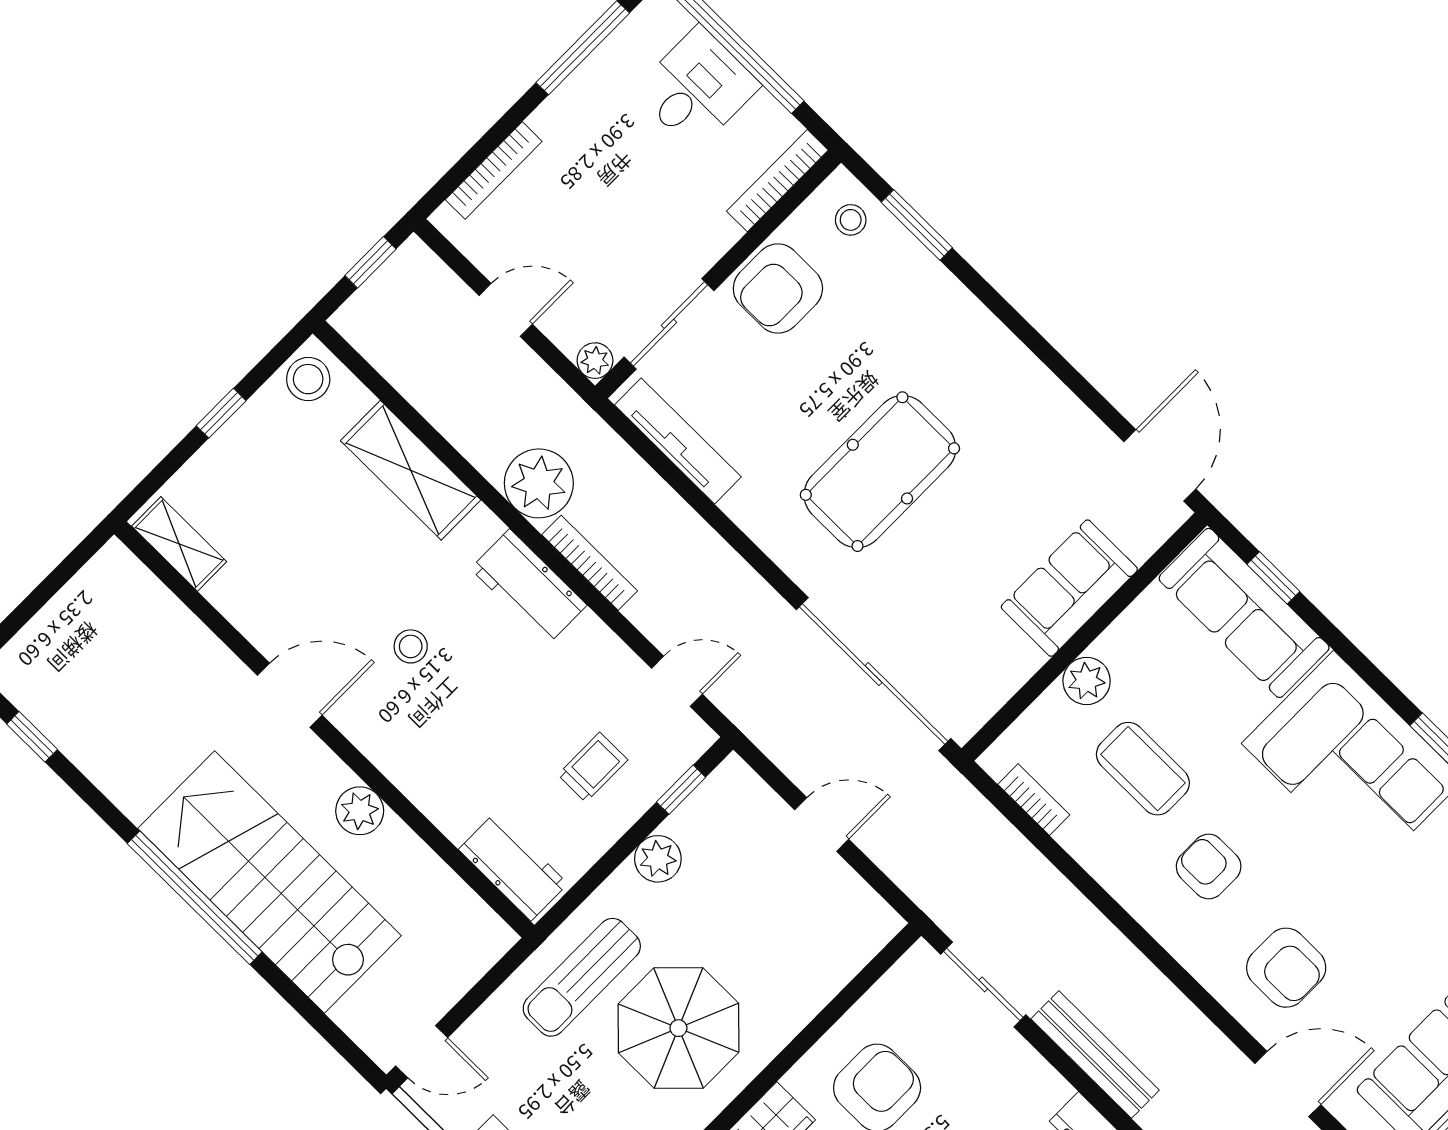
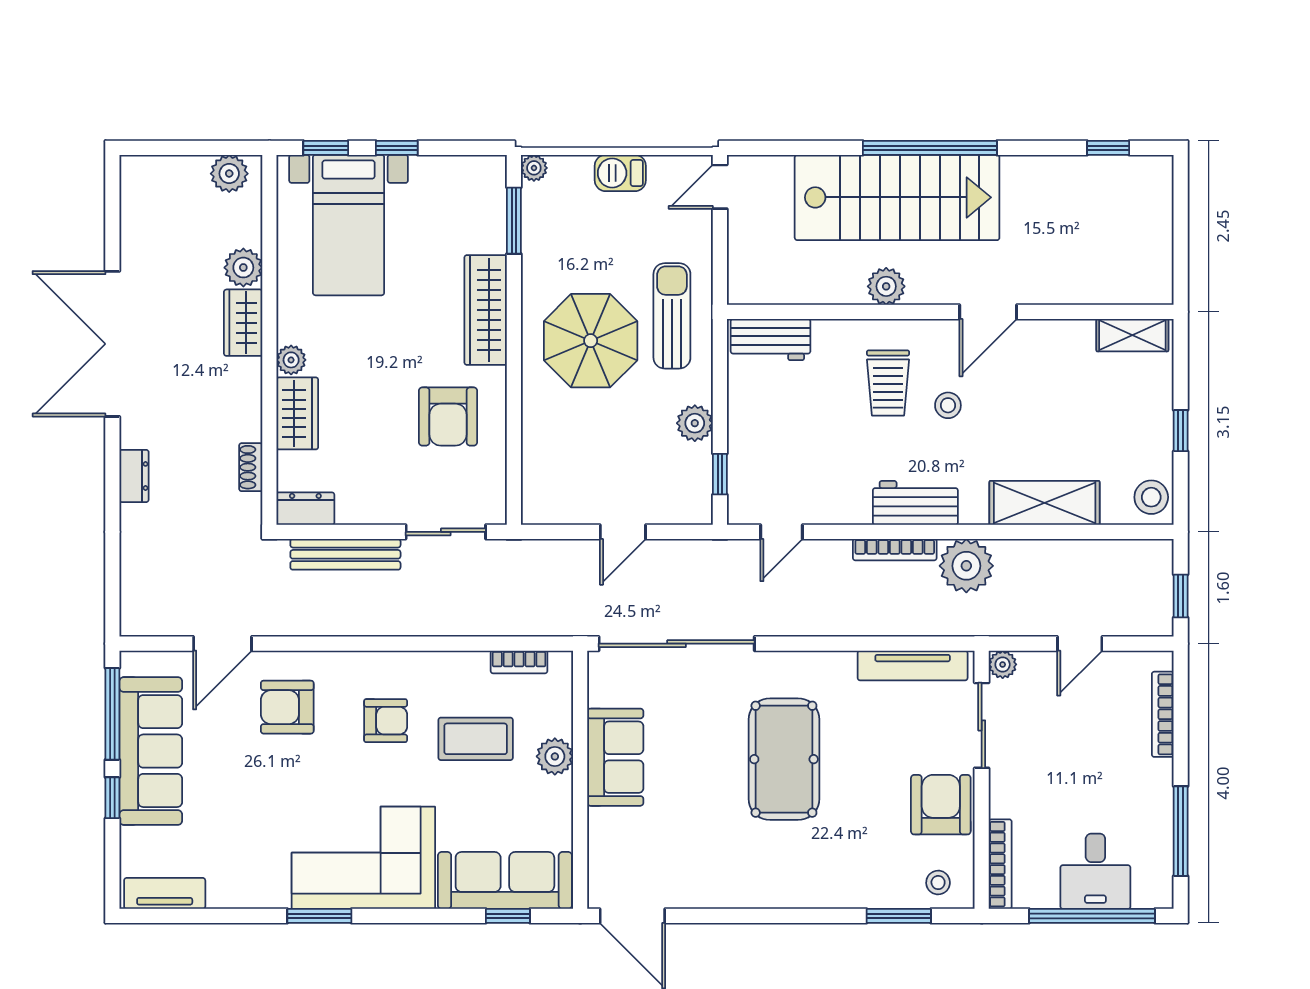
sofa: (1069, 588) -> (615, 757), moved
trolley: (593, 767) -> (888, 383), moved, width x1.36, depth x1.39

